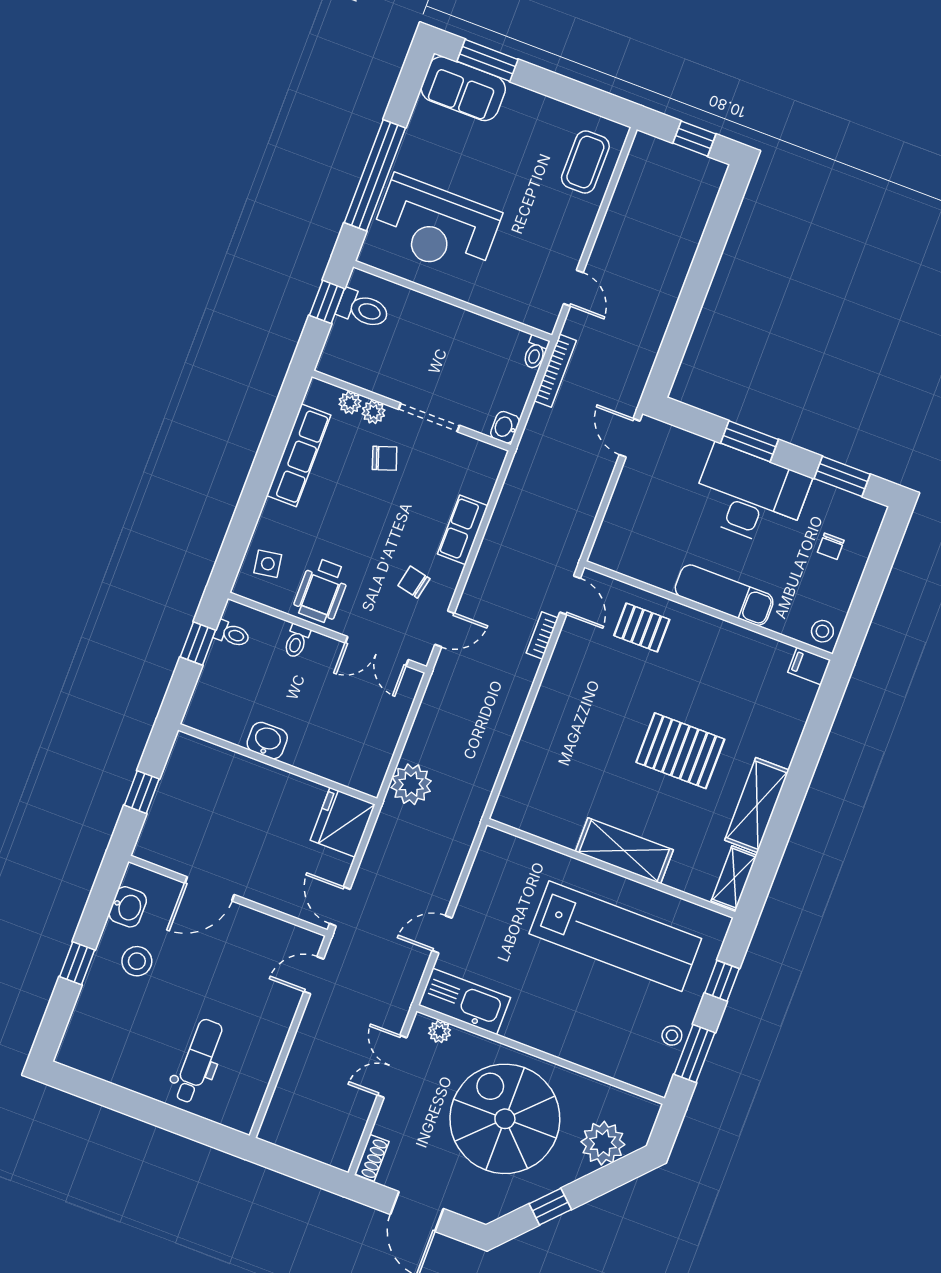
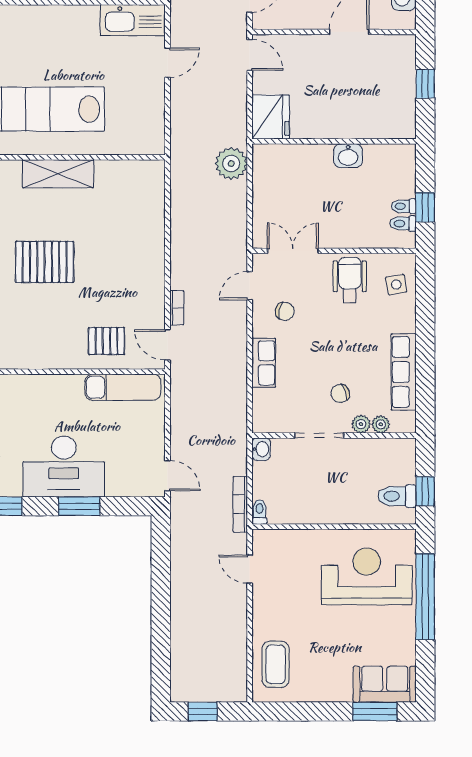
exam couch: (724, 595) -> (123, 387), moved
toilet: (297, 641) -> (404, 206), moved, turned -90

